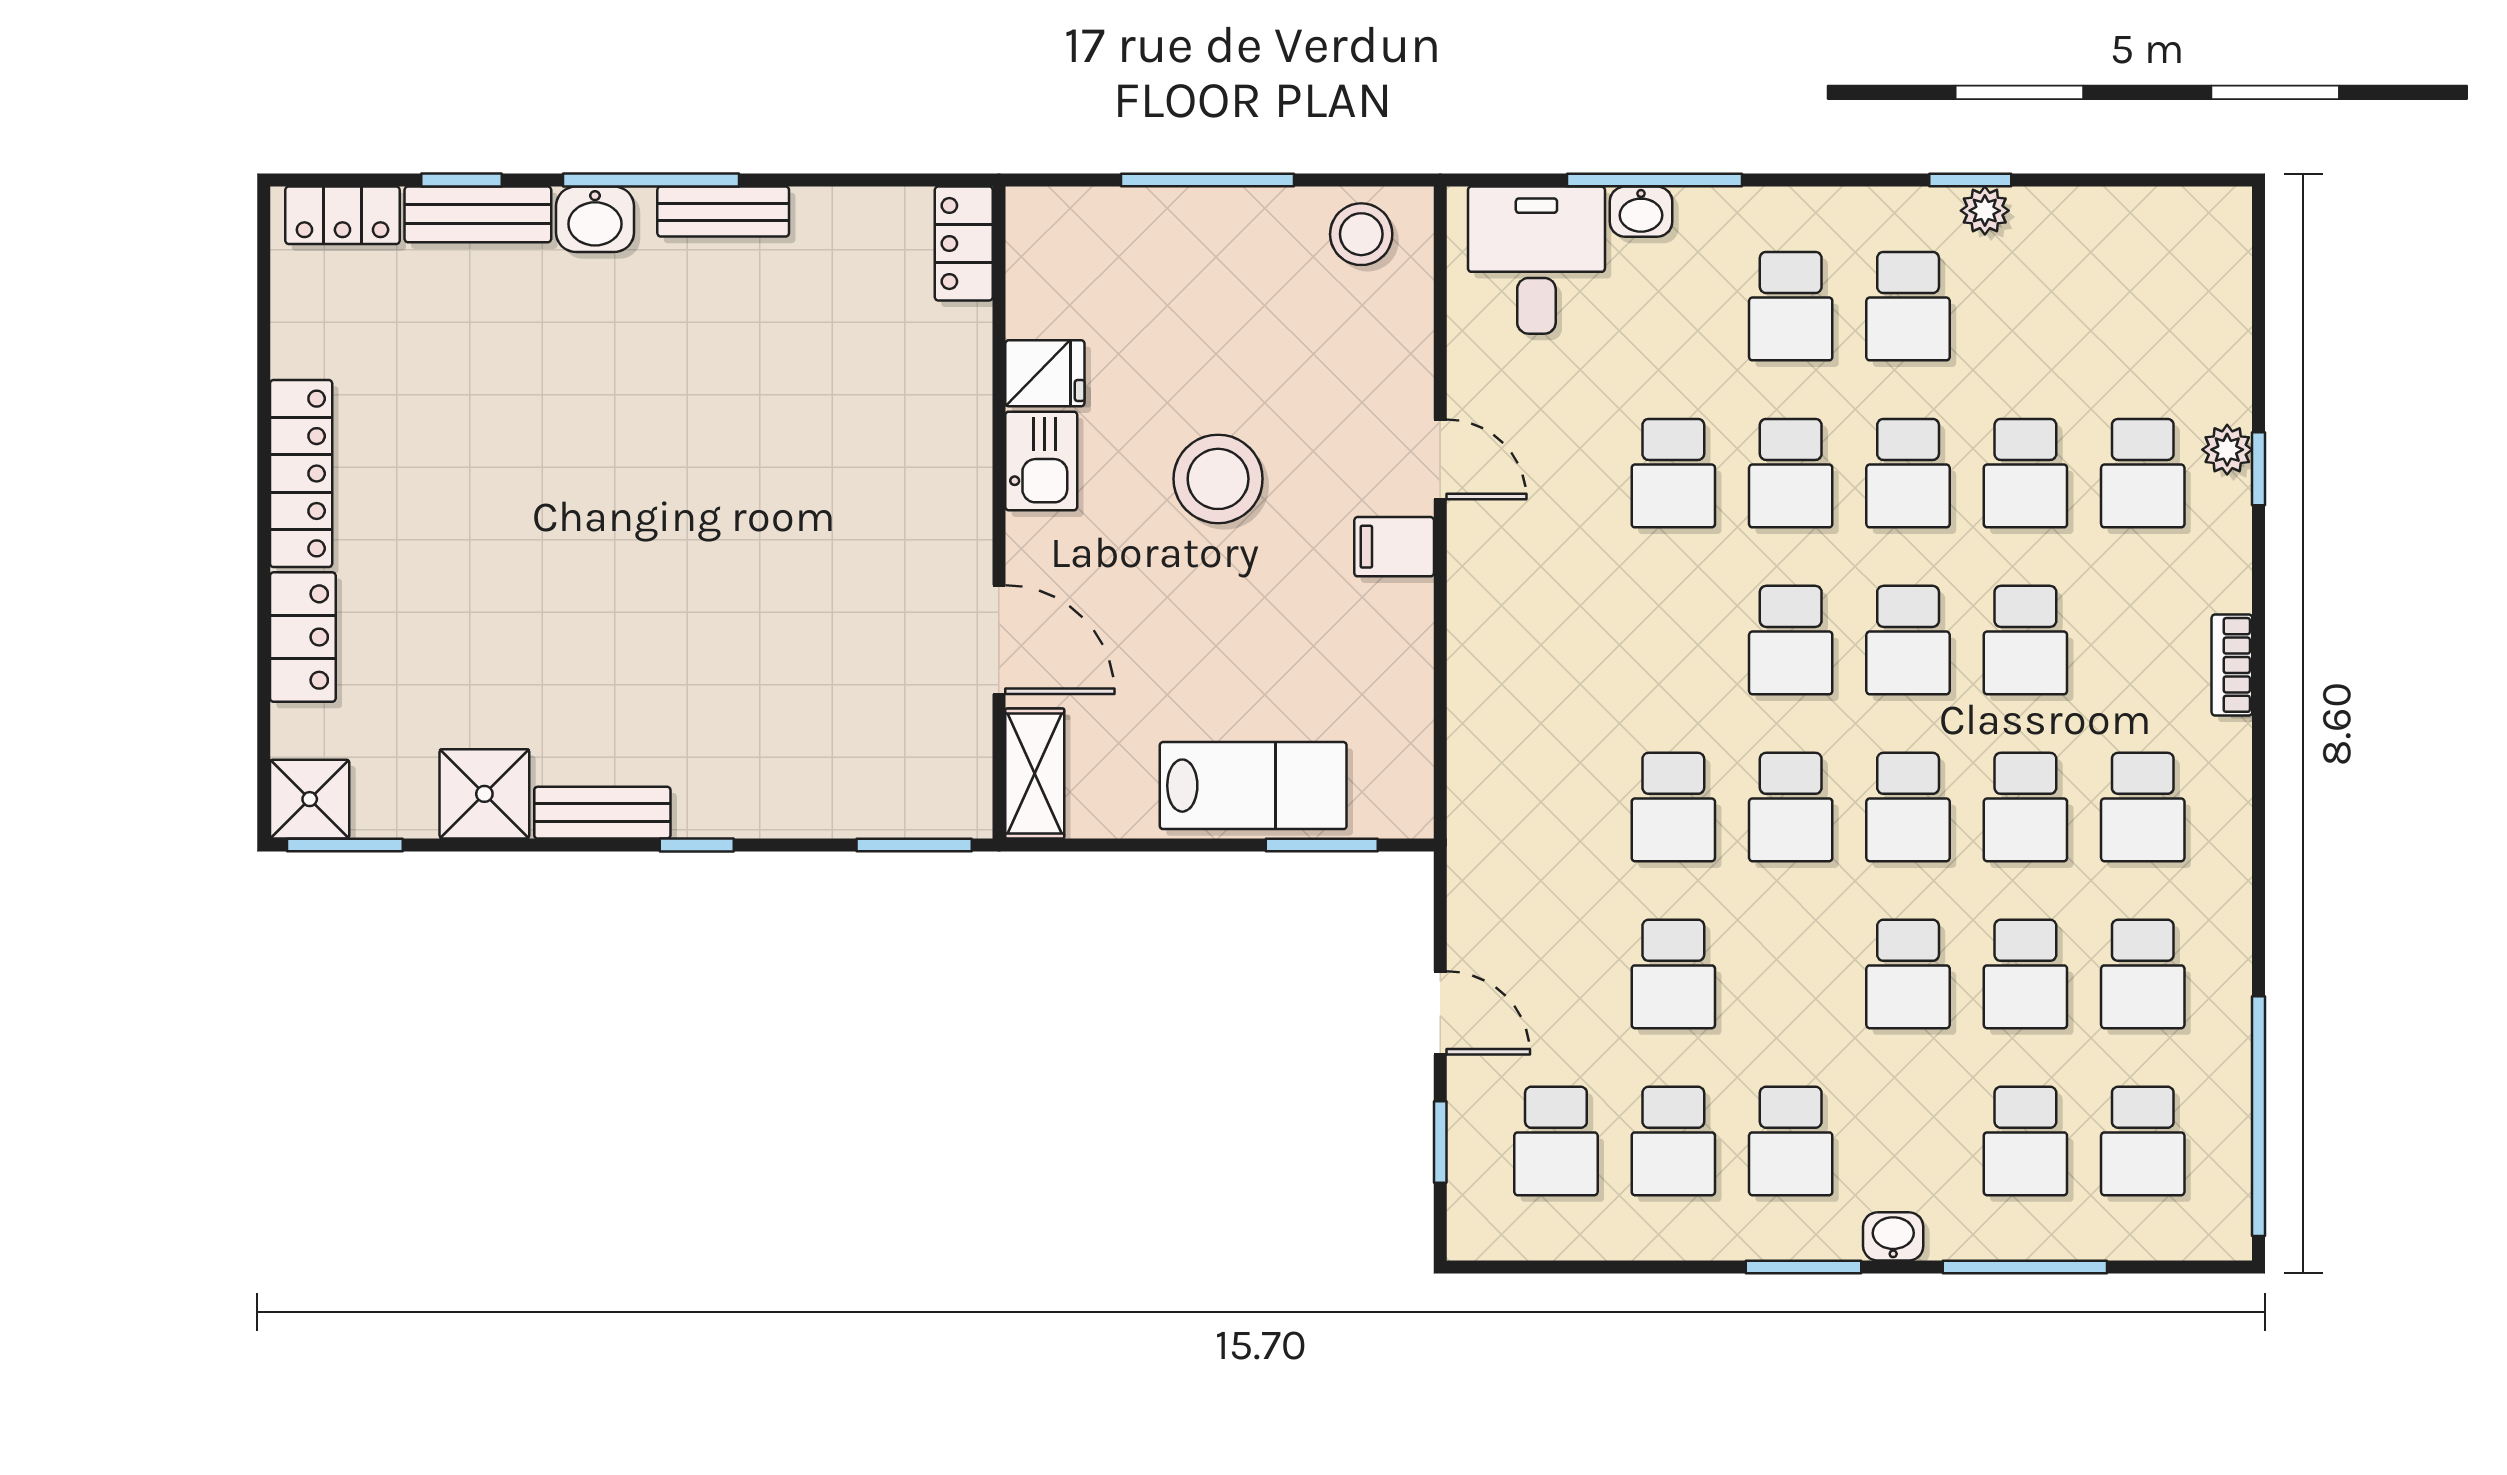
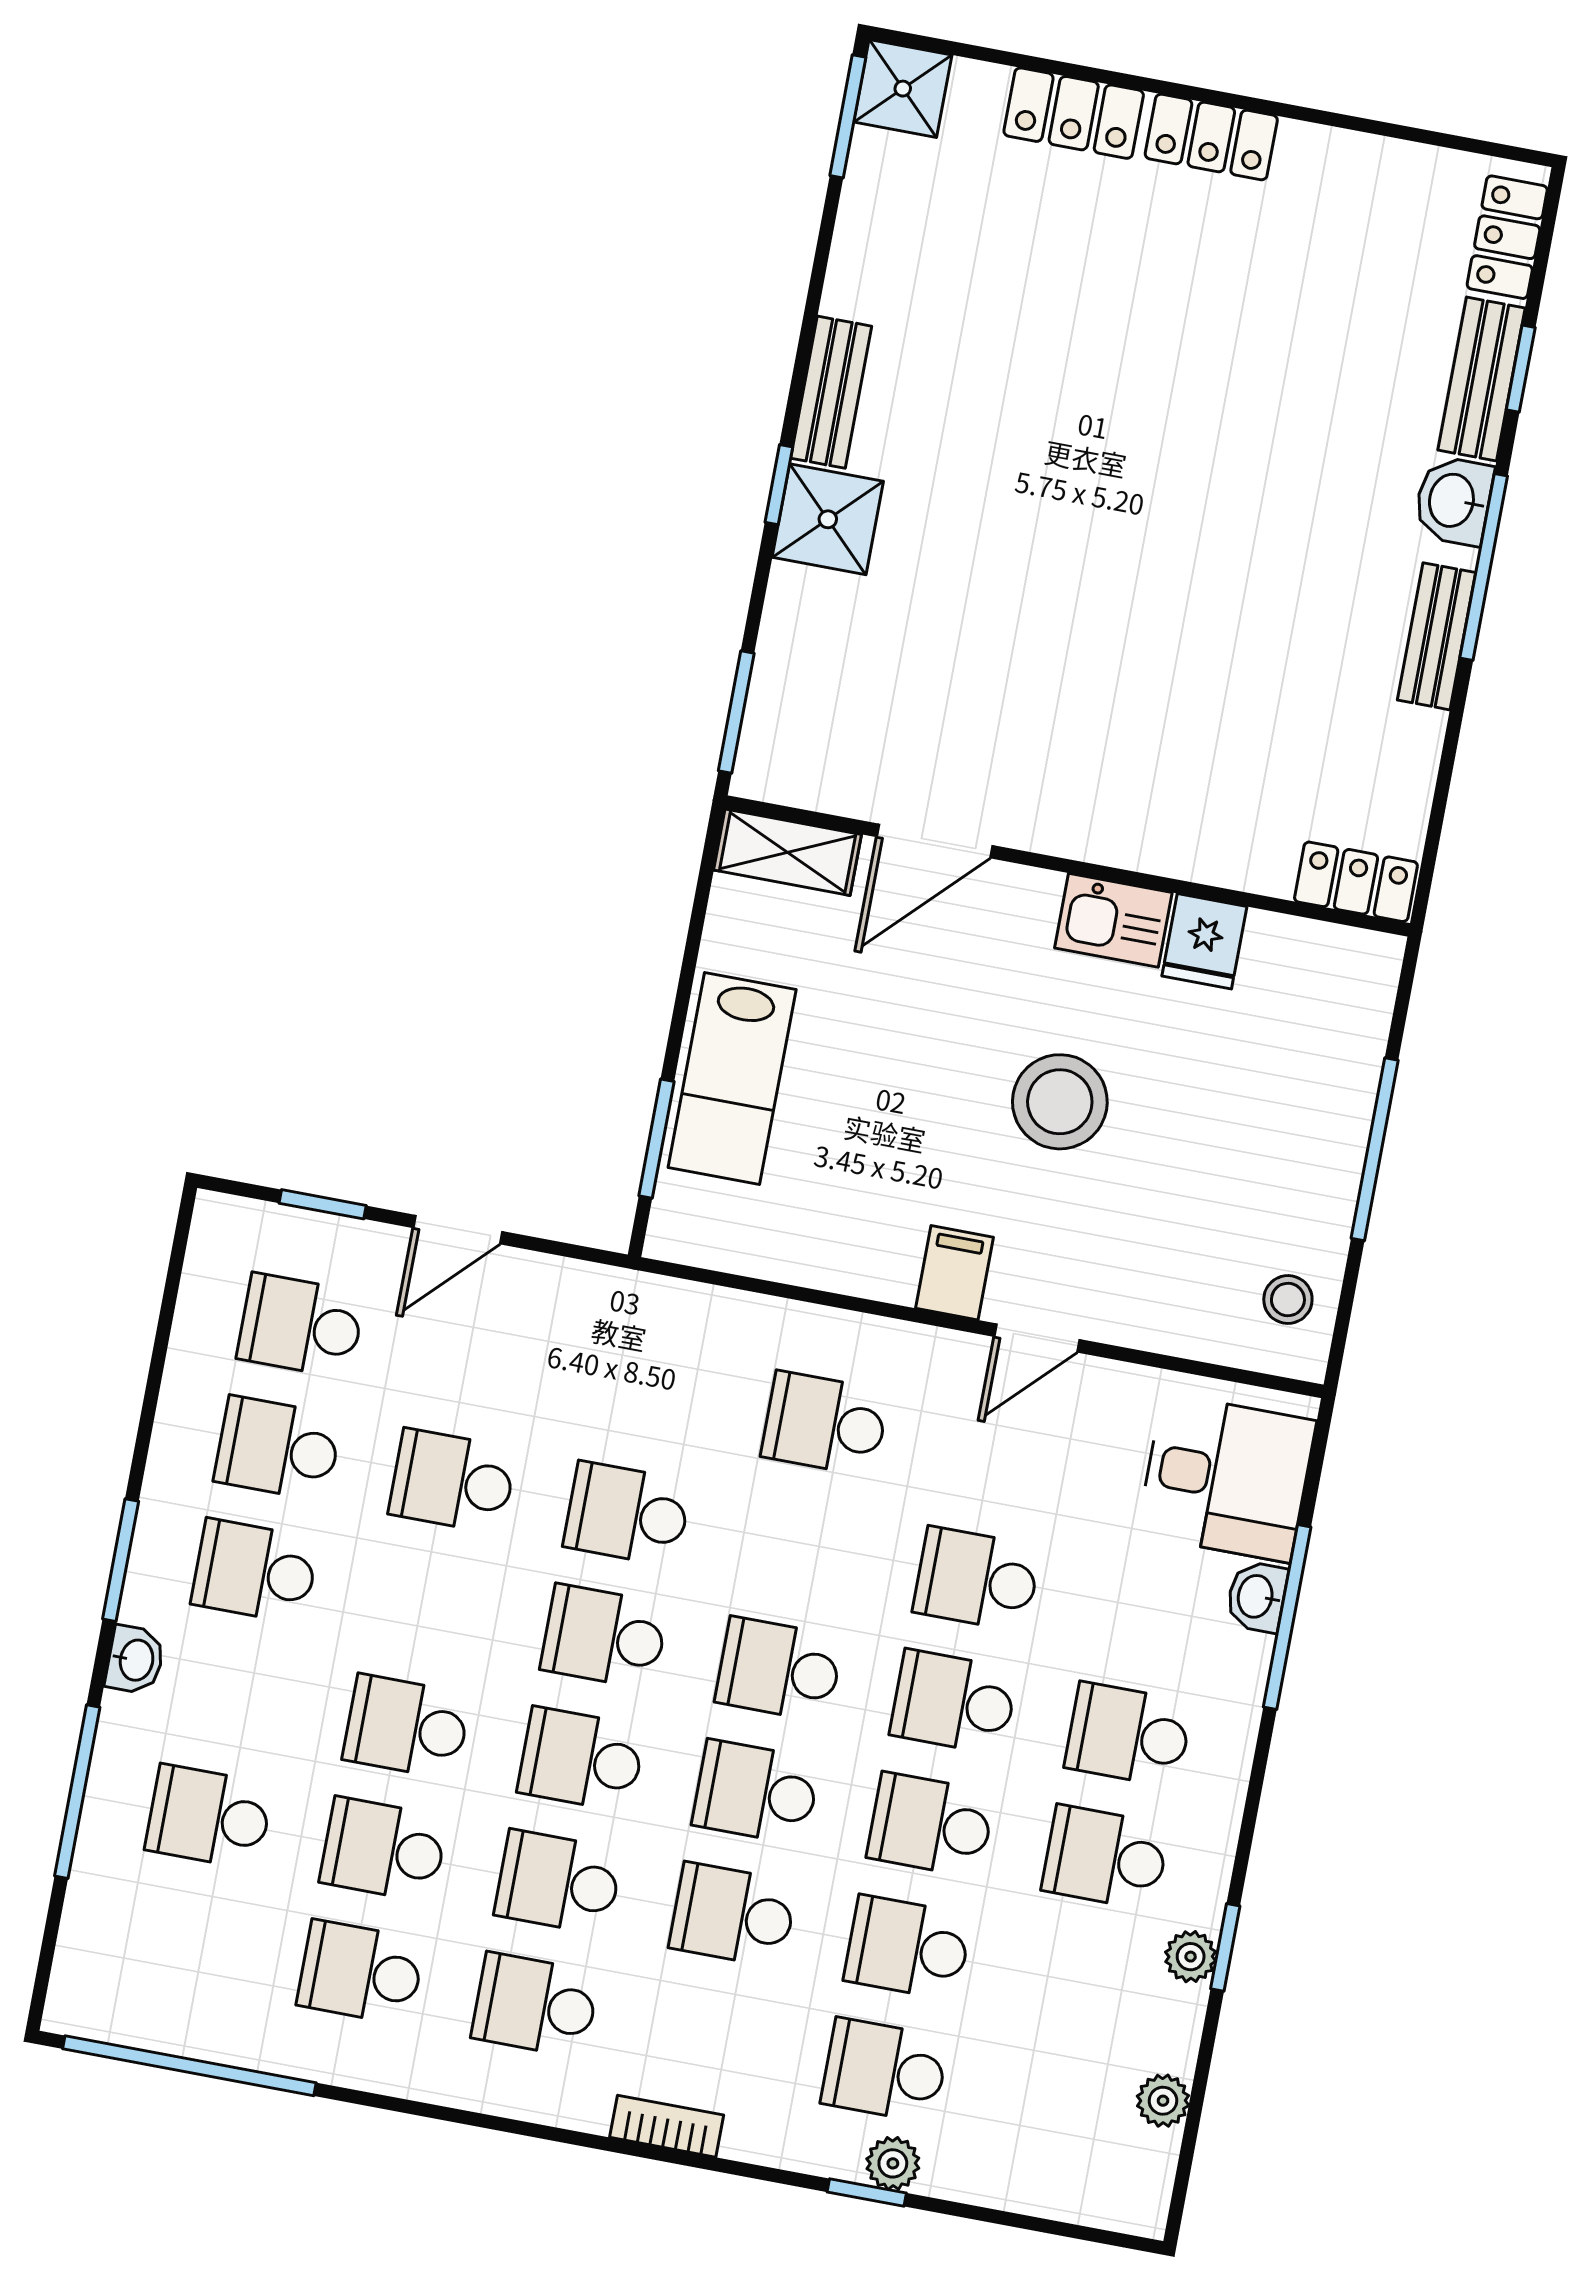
plant: (2123, 211) -> (1163, 2101), added
stool: (1361, 234) -> (1288, 1300), width x0.73, depth x0.73
locker: (301, 474) -> (1211, 137), width x0.66
shower: (484, 794) -> (828, 519), moved
school desk: (2143, 1141) -> (825, 1424), moved

